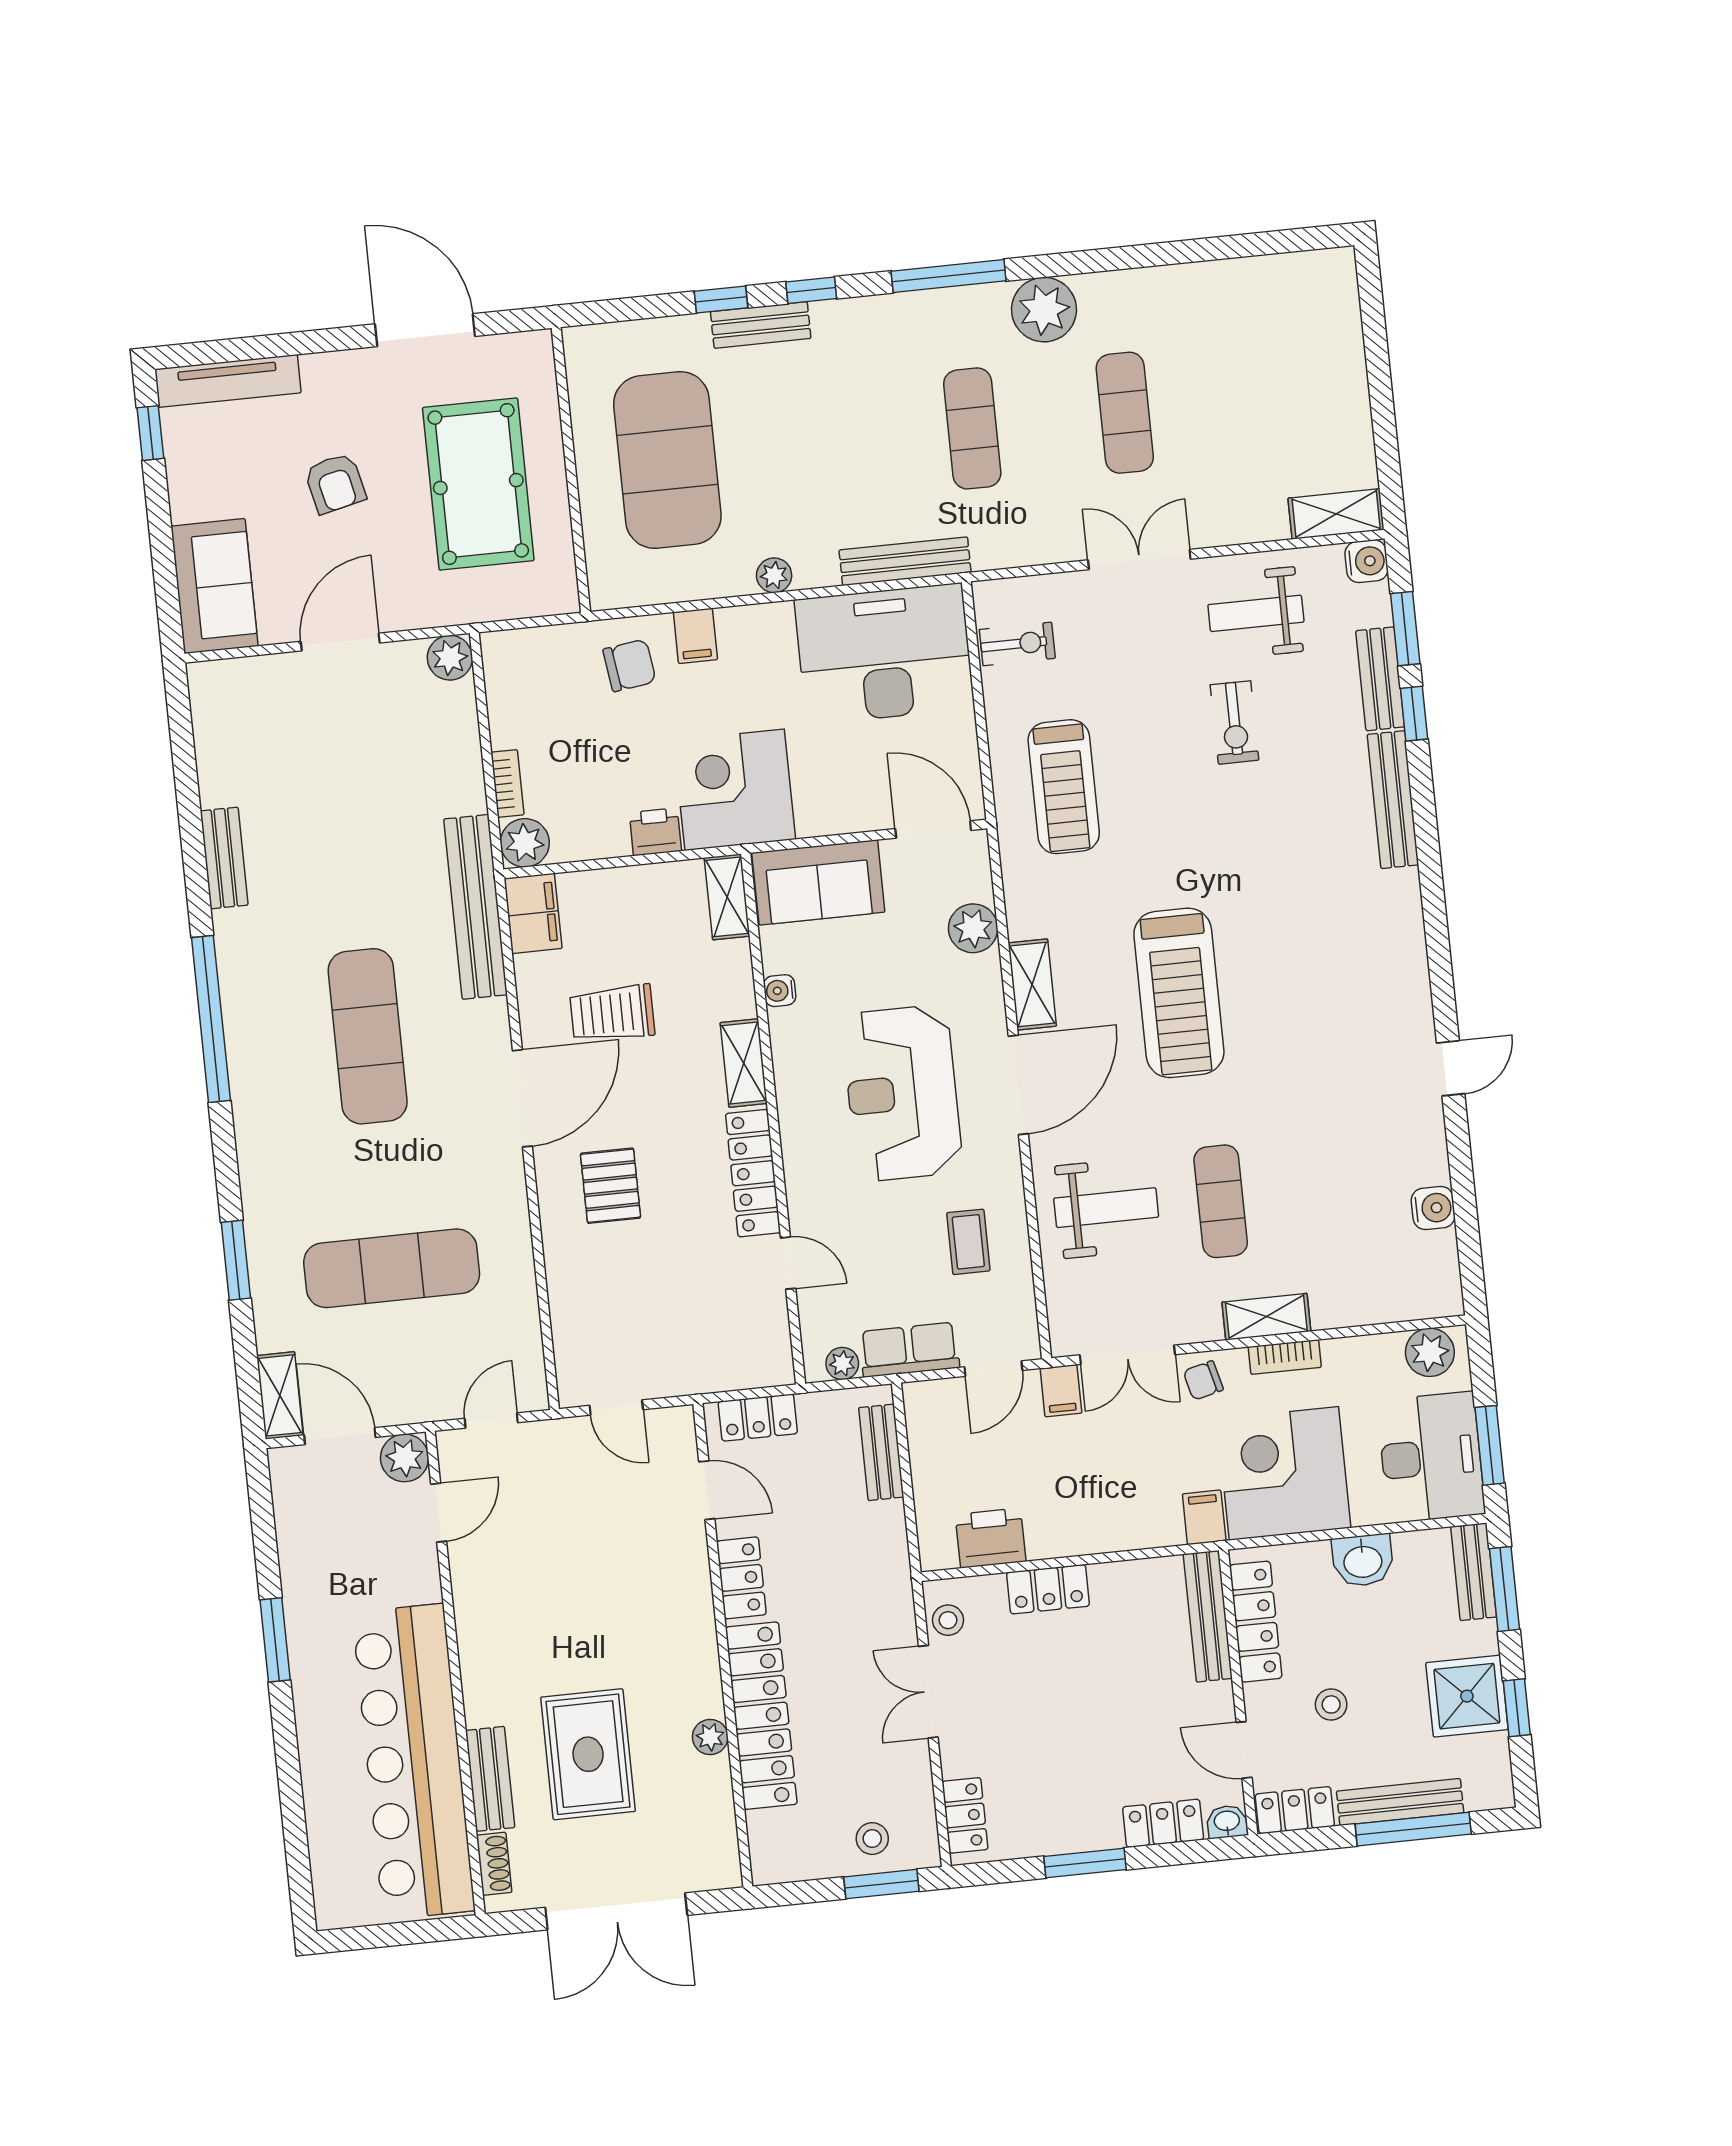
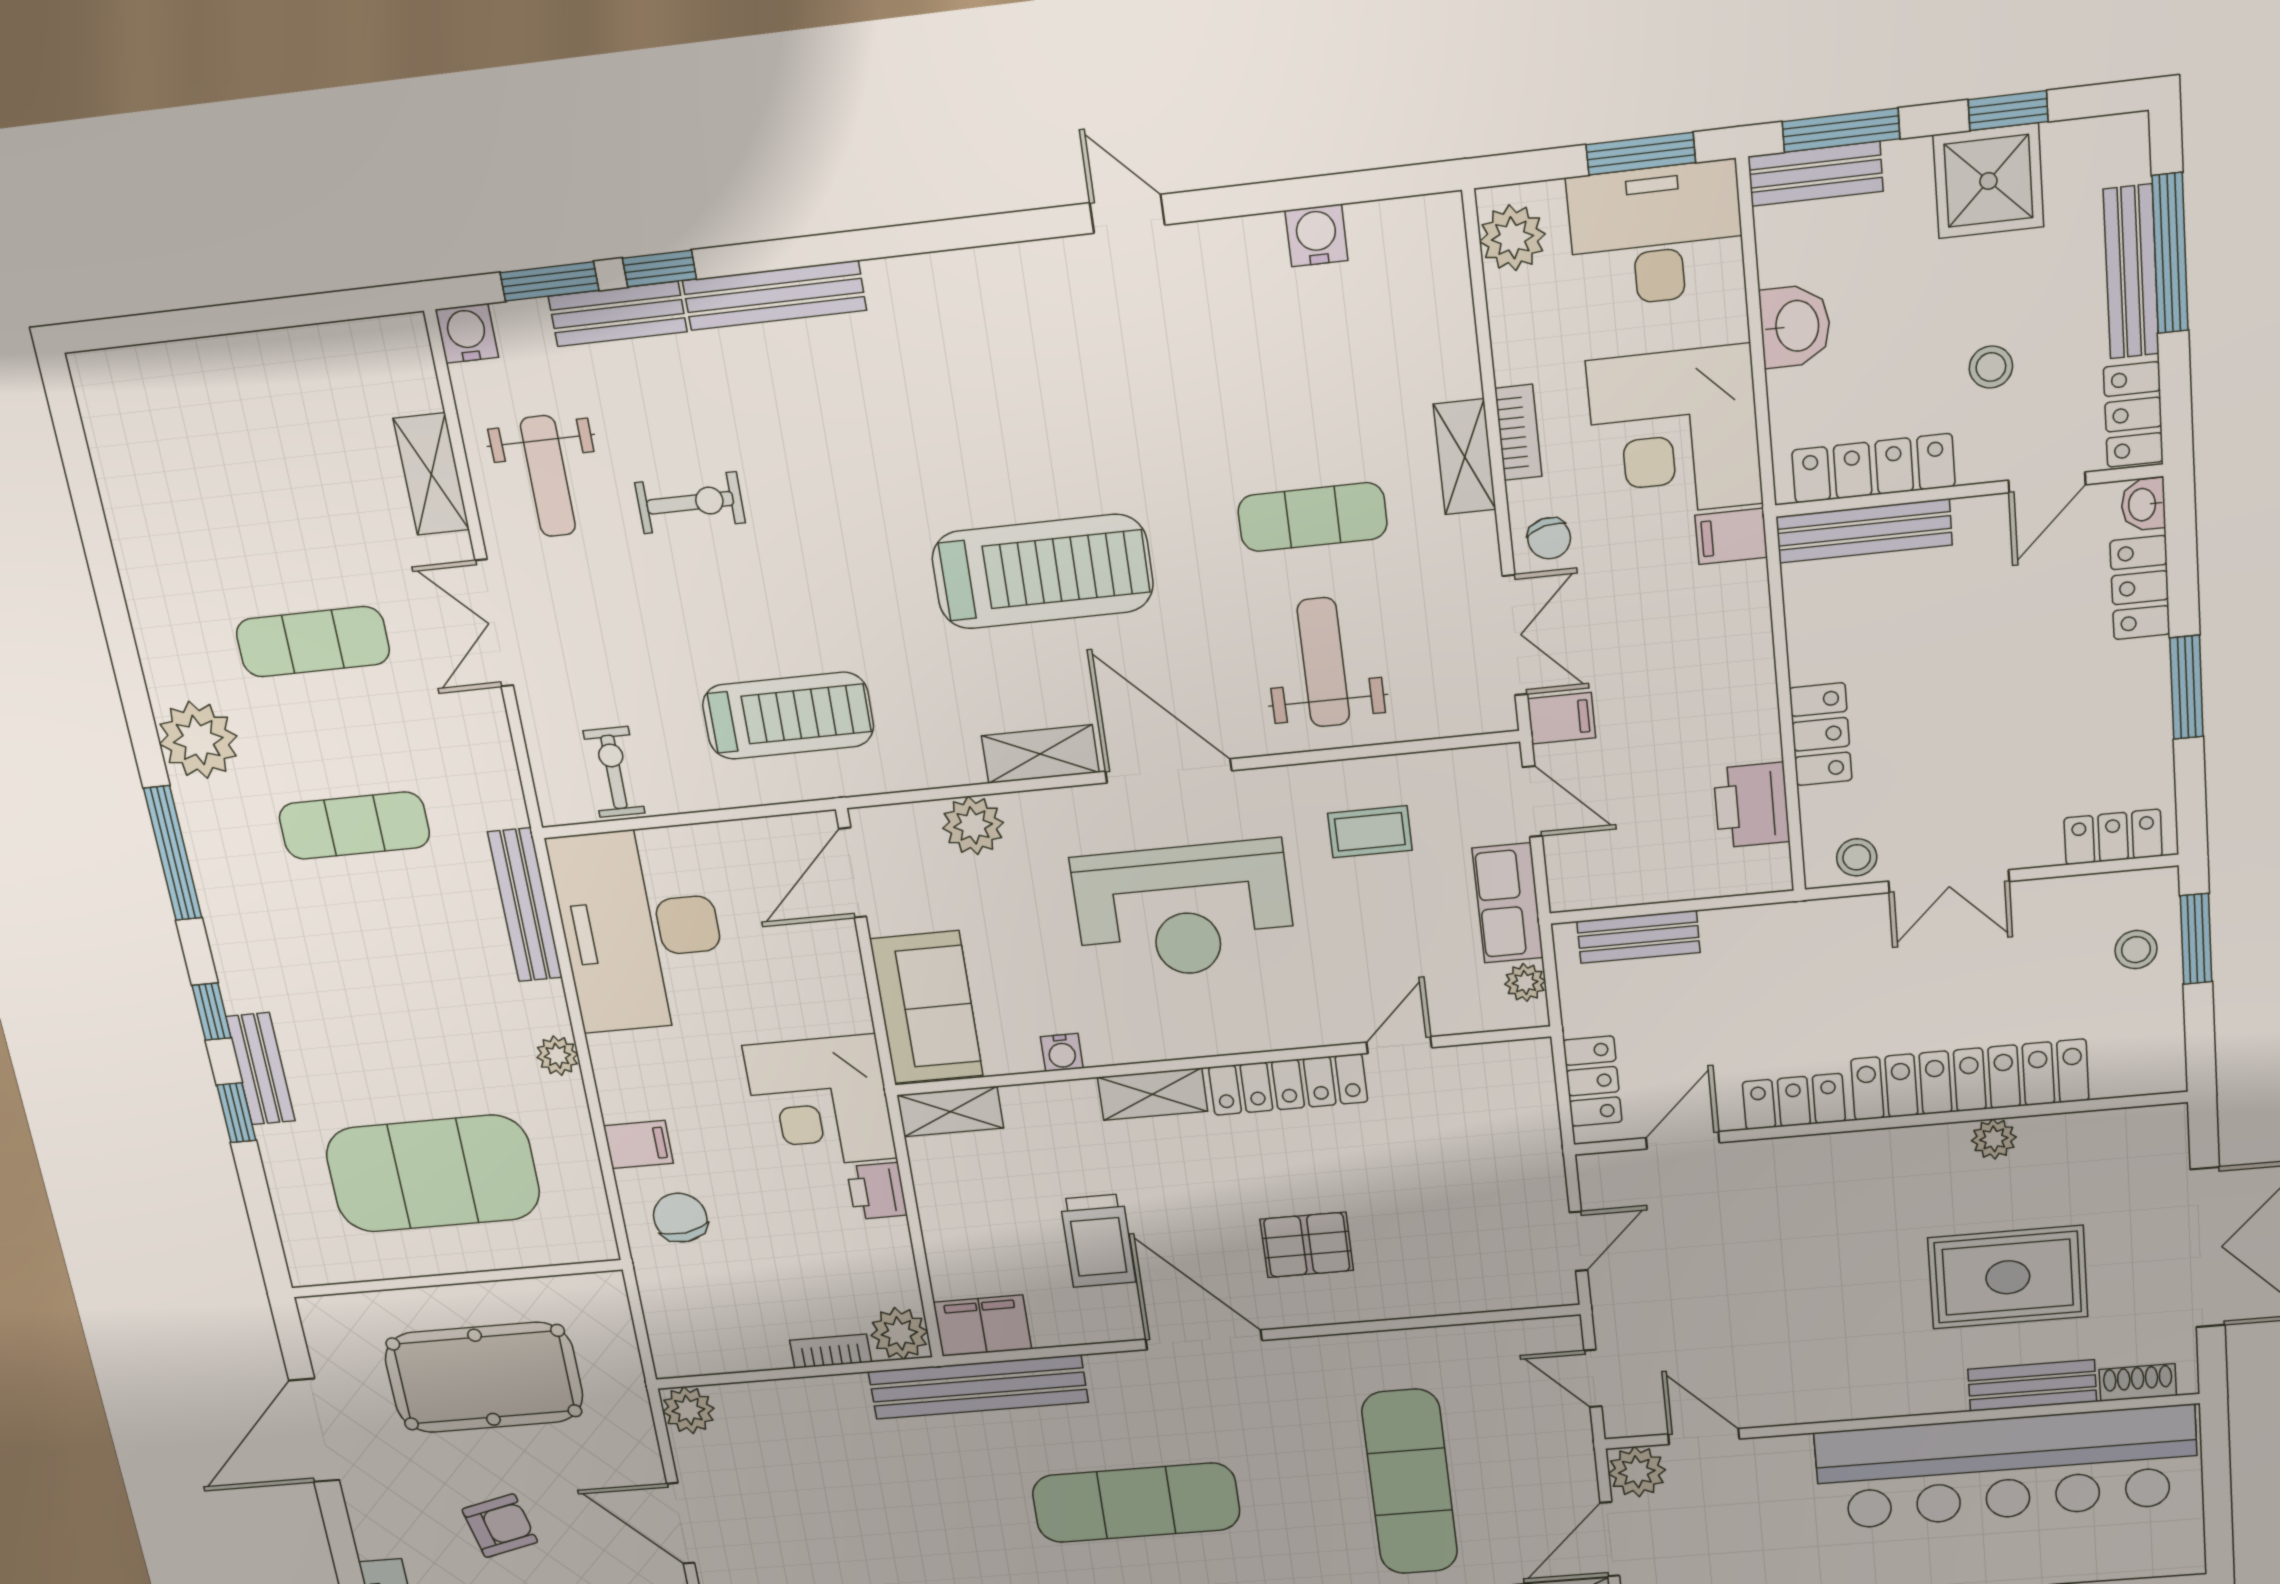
shelving: (1336, 514) -> (431, 474), moved

